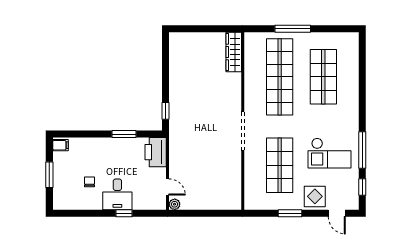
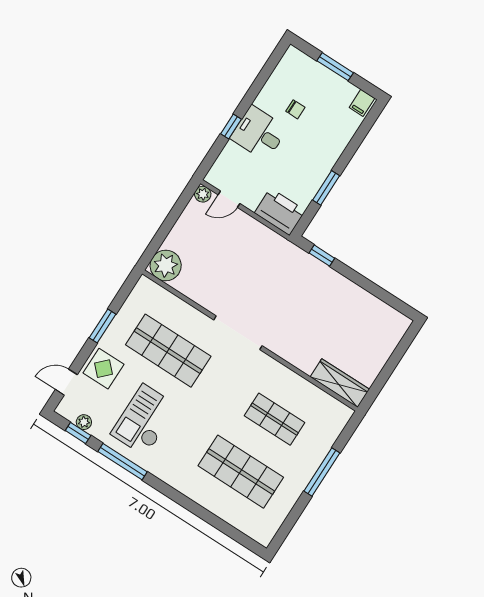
shop shelf: (280, 77) -> (275, 419), width x0.50, depth x0.74
plant: (354, 188) -> (84, 422), added
plant: (231, 199) -> (166, 265), added

